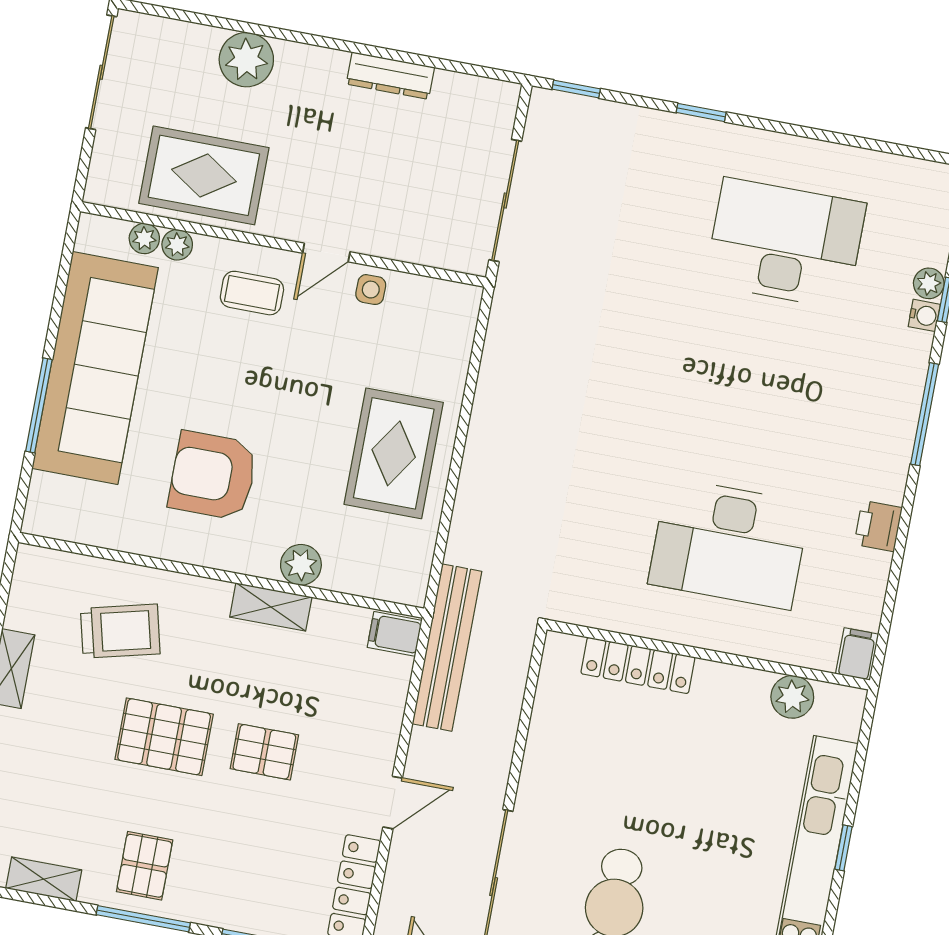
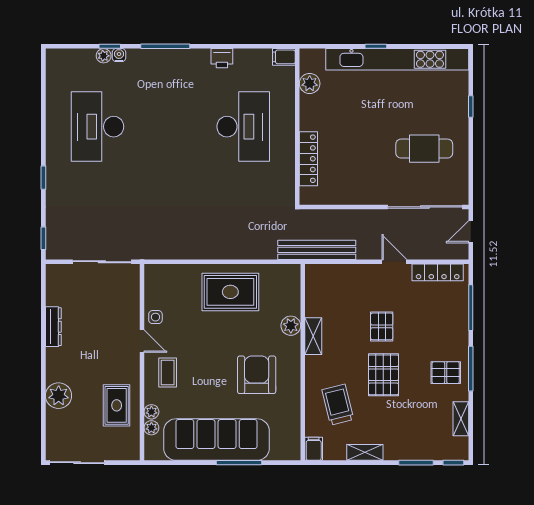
rug: (204, 175) -> (117, 405), width x0.73, depth x0.70
armchair: (213, 476) -> (257, 375), turned 180
filing cabinet: (395, 634) -> (314, 449), moved, turned 180

